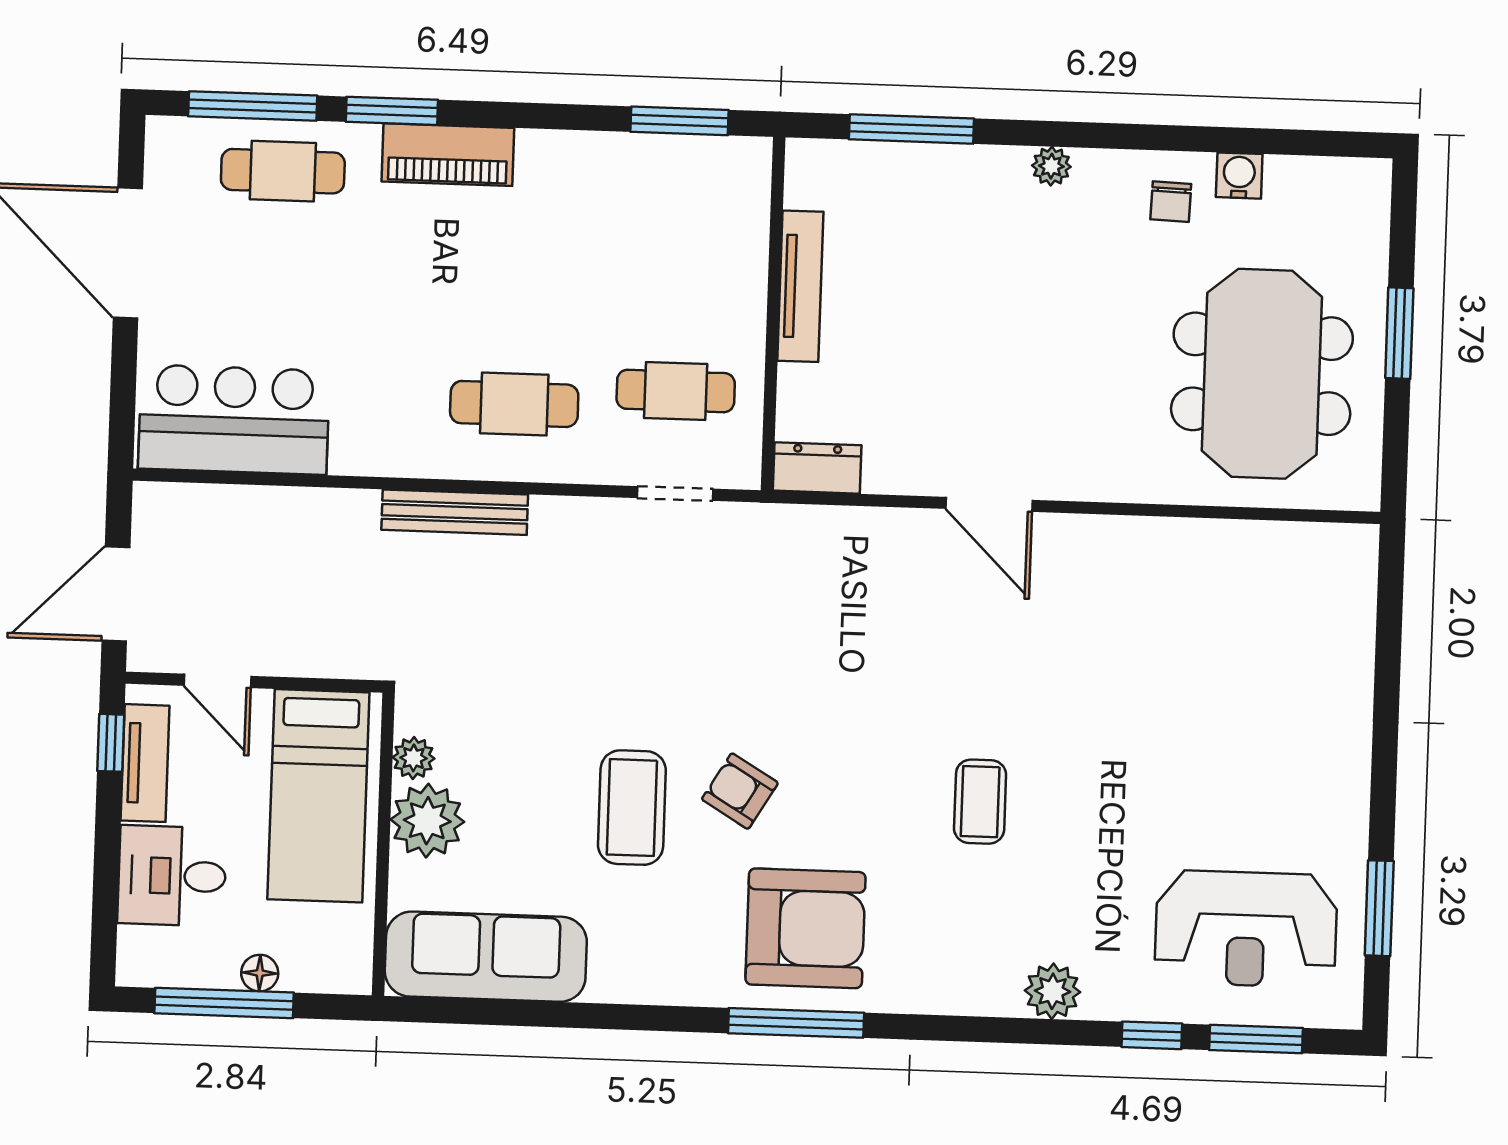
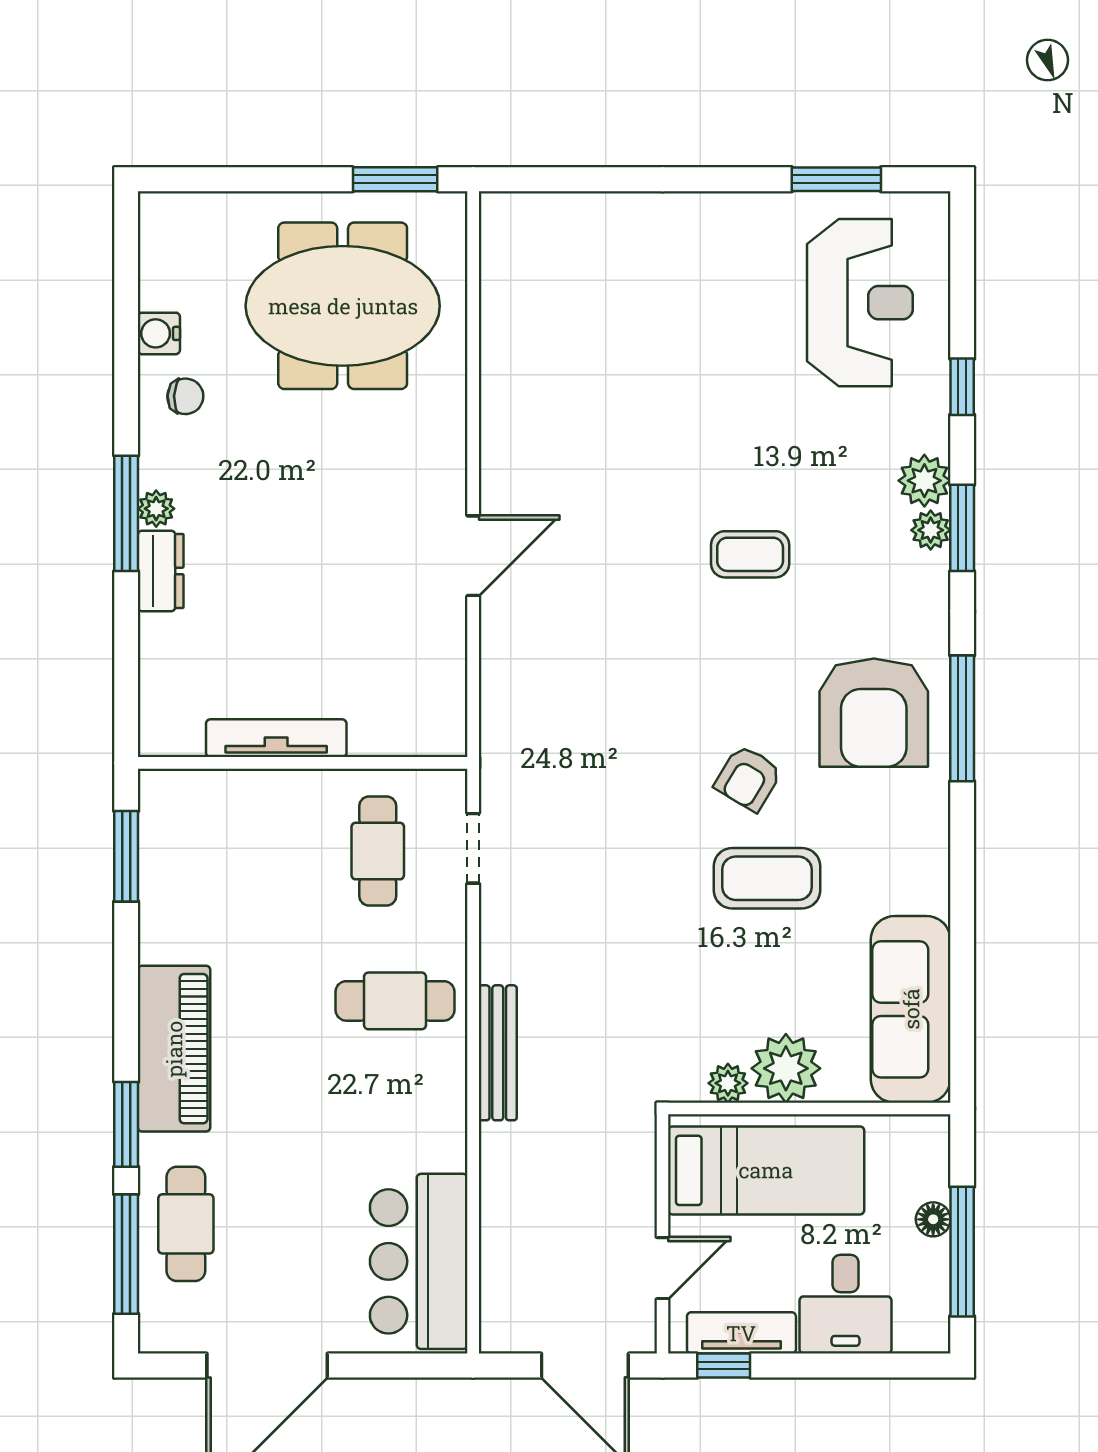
window: (911, 129) -> (126, 513), moved
piano: (448, 155) -> (174, 1049), width x1.37, depth x1.33
window: (1399, 333) -> (395, 179), moved
cafe table: (514, 404) -> (395, 1001), turned 90
dresser: (817, 468) -> (161, 571), moved, turned 180
armchair: (805, 928) -> (874, 713), turned 180
plant: (999, 996) -> (931, 530), added
window: (1256, 1039) -> (962, 528), moved

